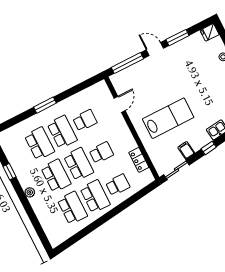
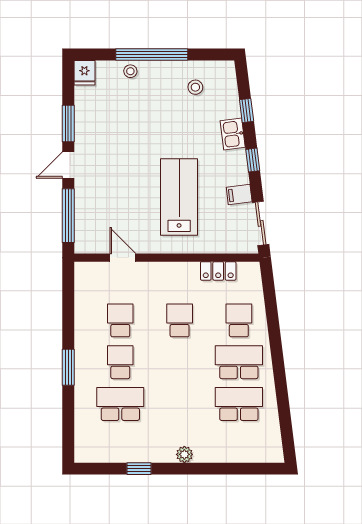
school desk: (62, 132) -> (120, 362), width x0.54
school desk: (79, 164) -> (180, 362), removed
school desk: (56, 176) -> (180, 404), removed

